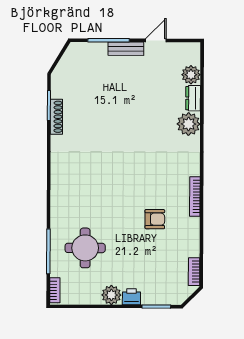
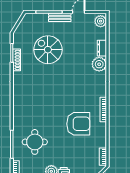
plant: (191, 75) -> (101, 21), moved
spiral stairs: (107, 101) -> (48, 50), added
armchair: (155, 219) -> (78, 124), width x1.88, depth x1.88

